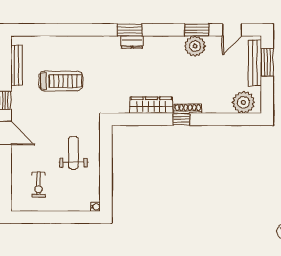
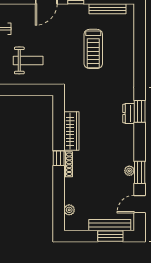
door: (232, 30) -> (140, 204), hinge flipped
plant: (195, 46) -> (129, 171), width x0.53, depth x0.53
plant: (243, 102) -> (69, 210), width x0.53, depth x0.53

